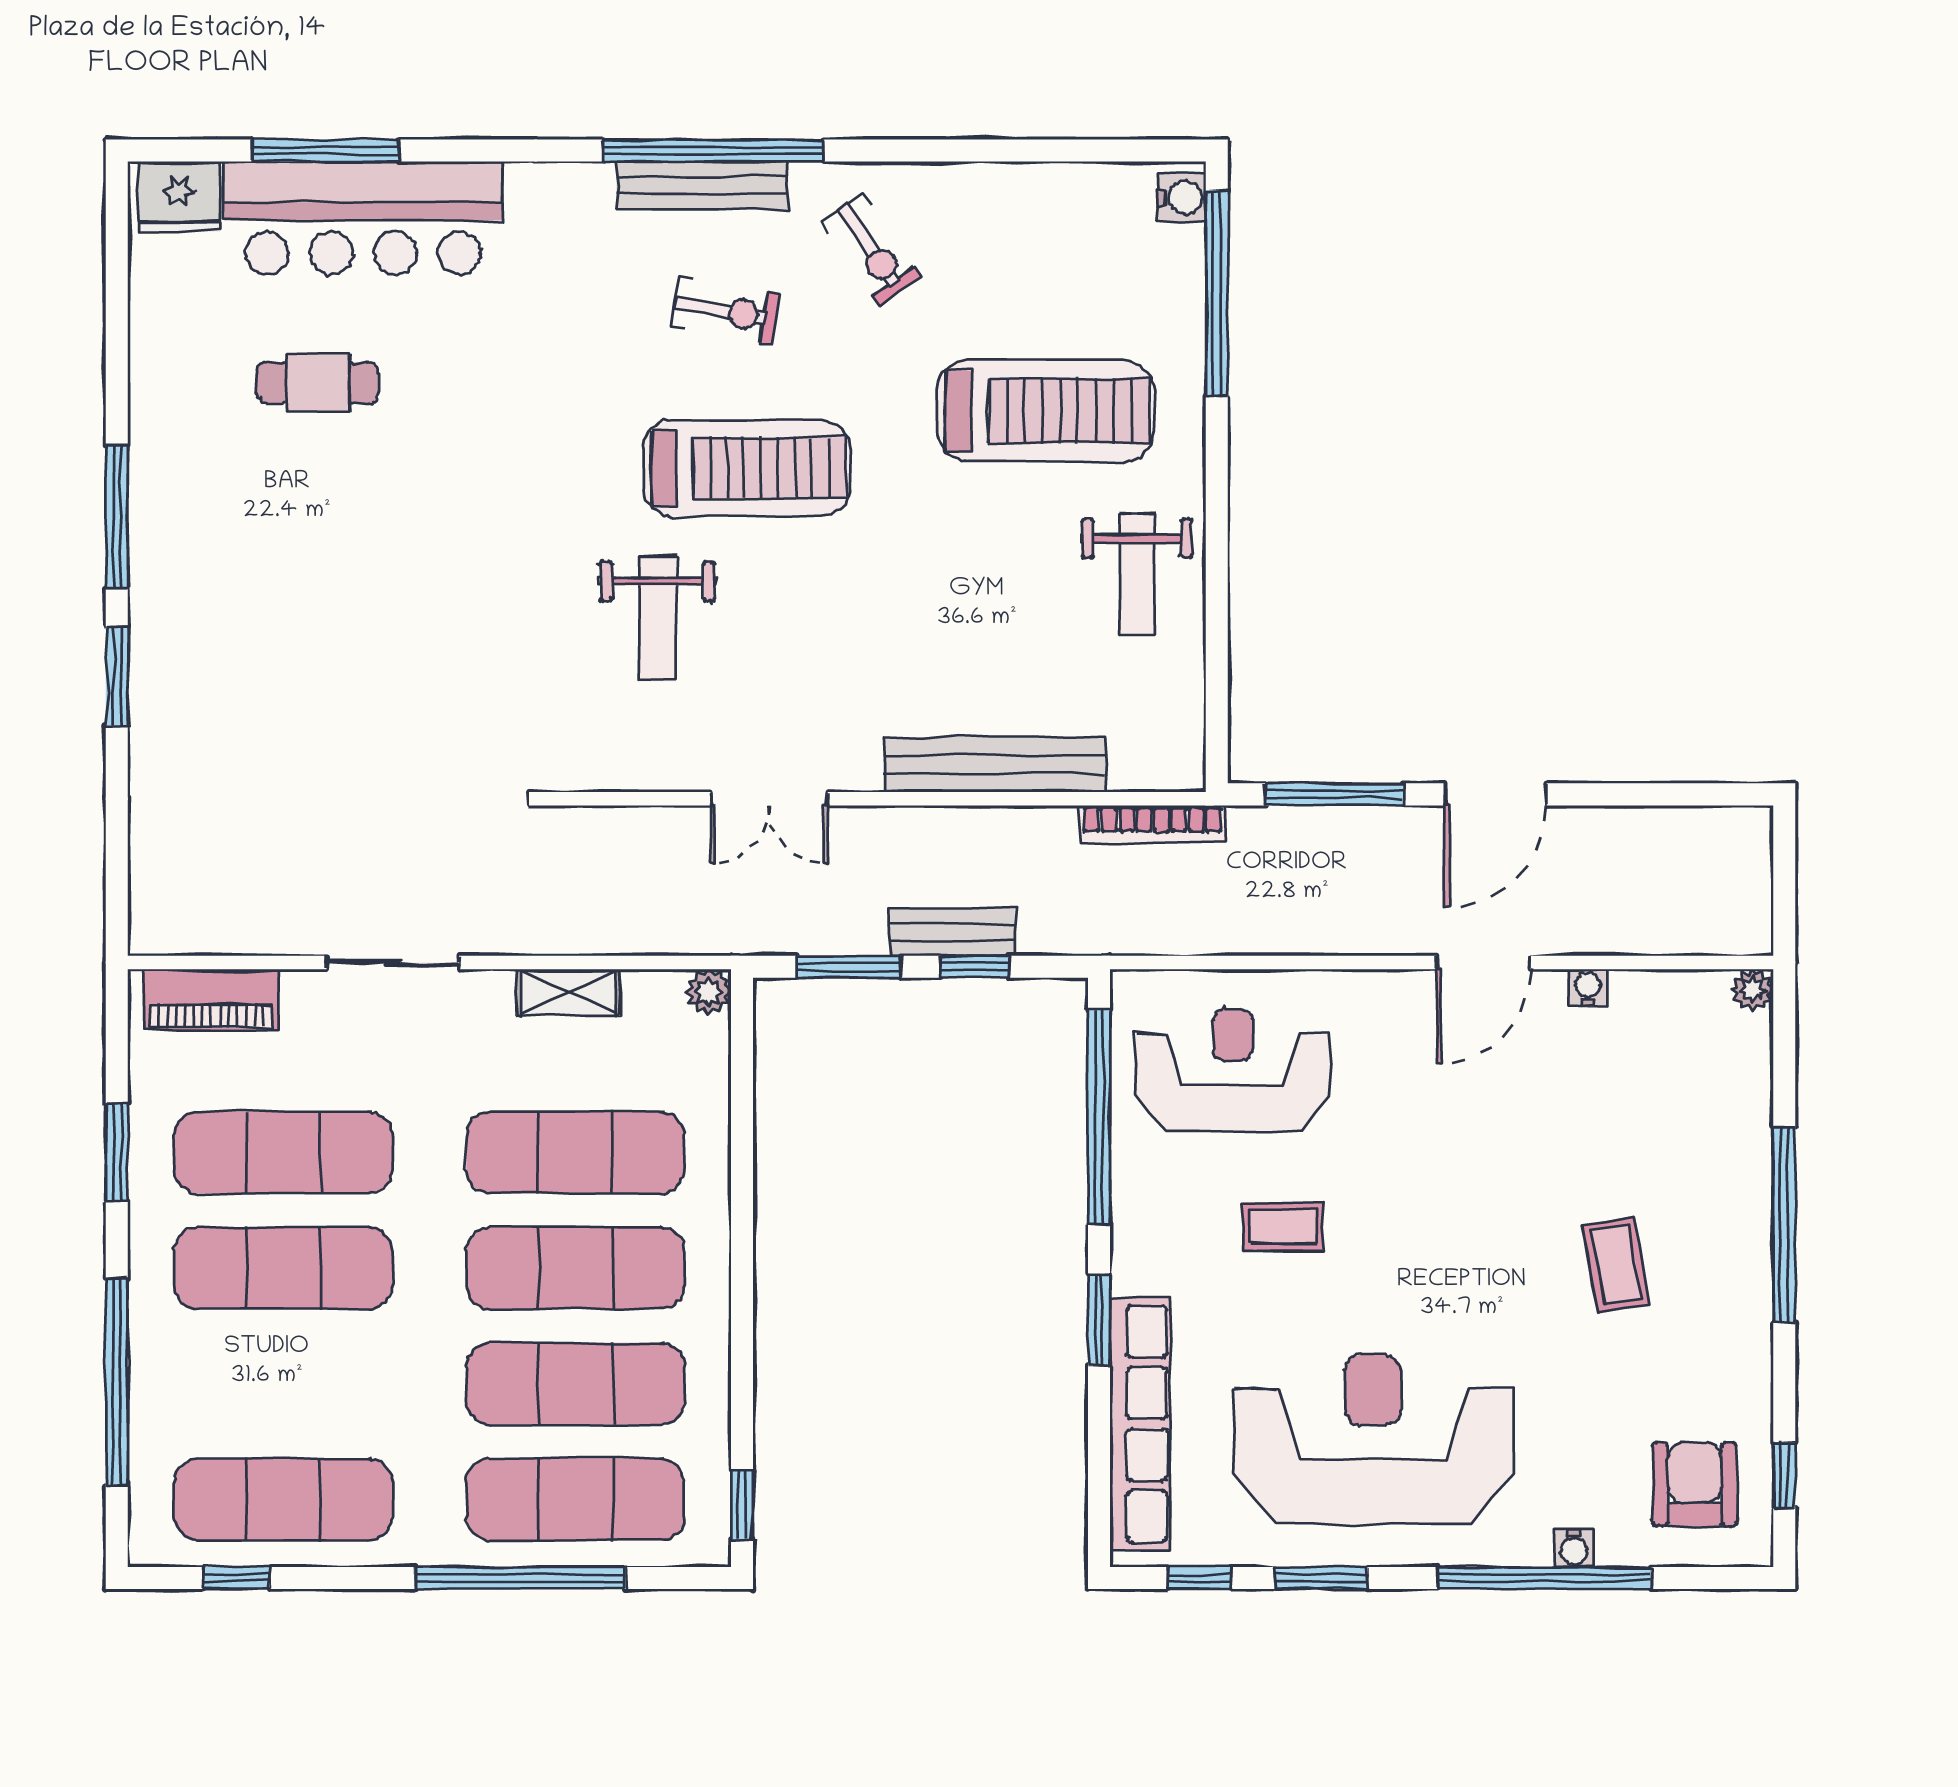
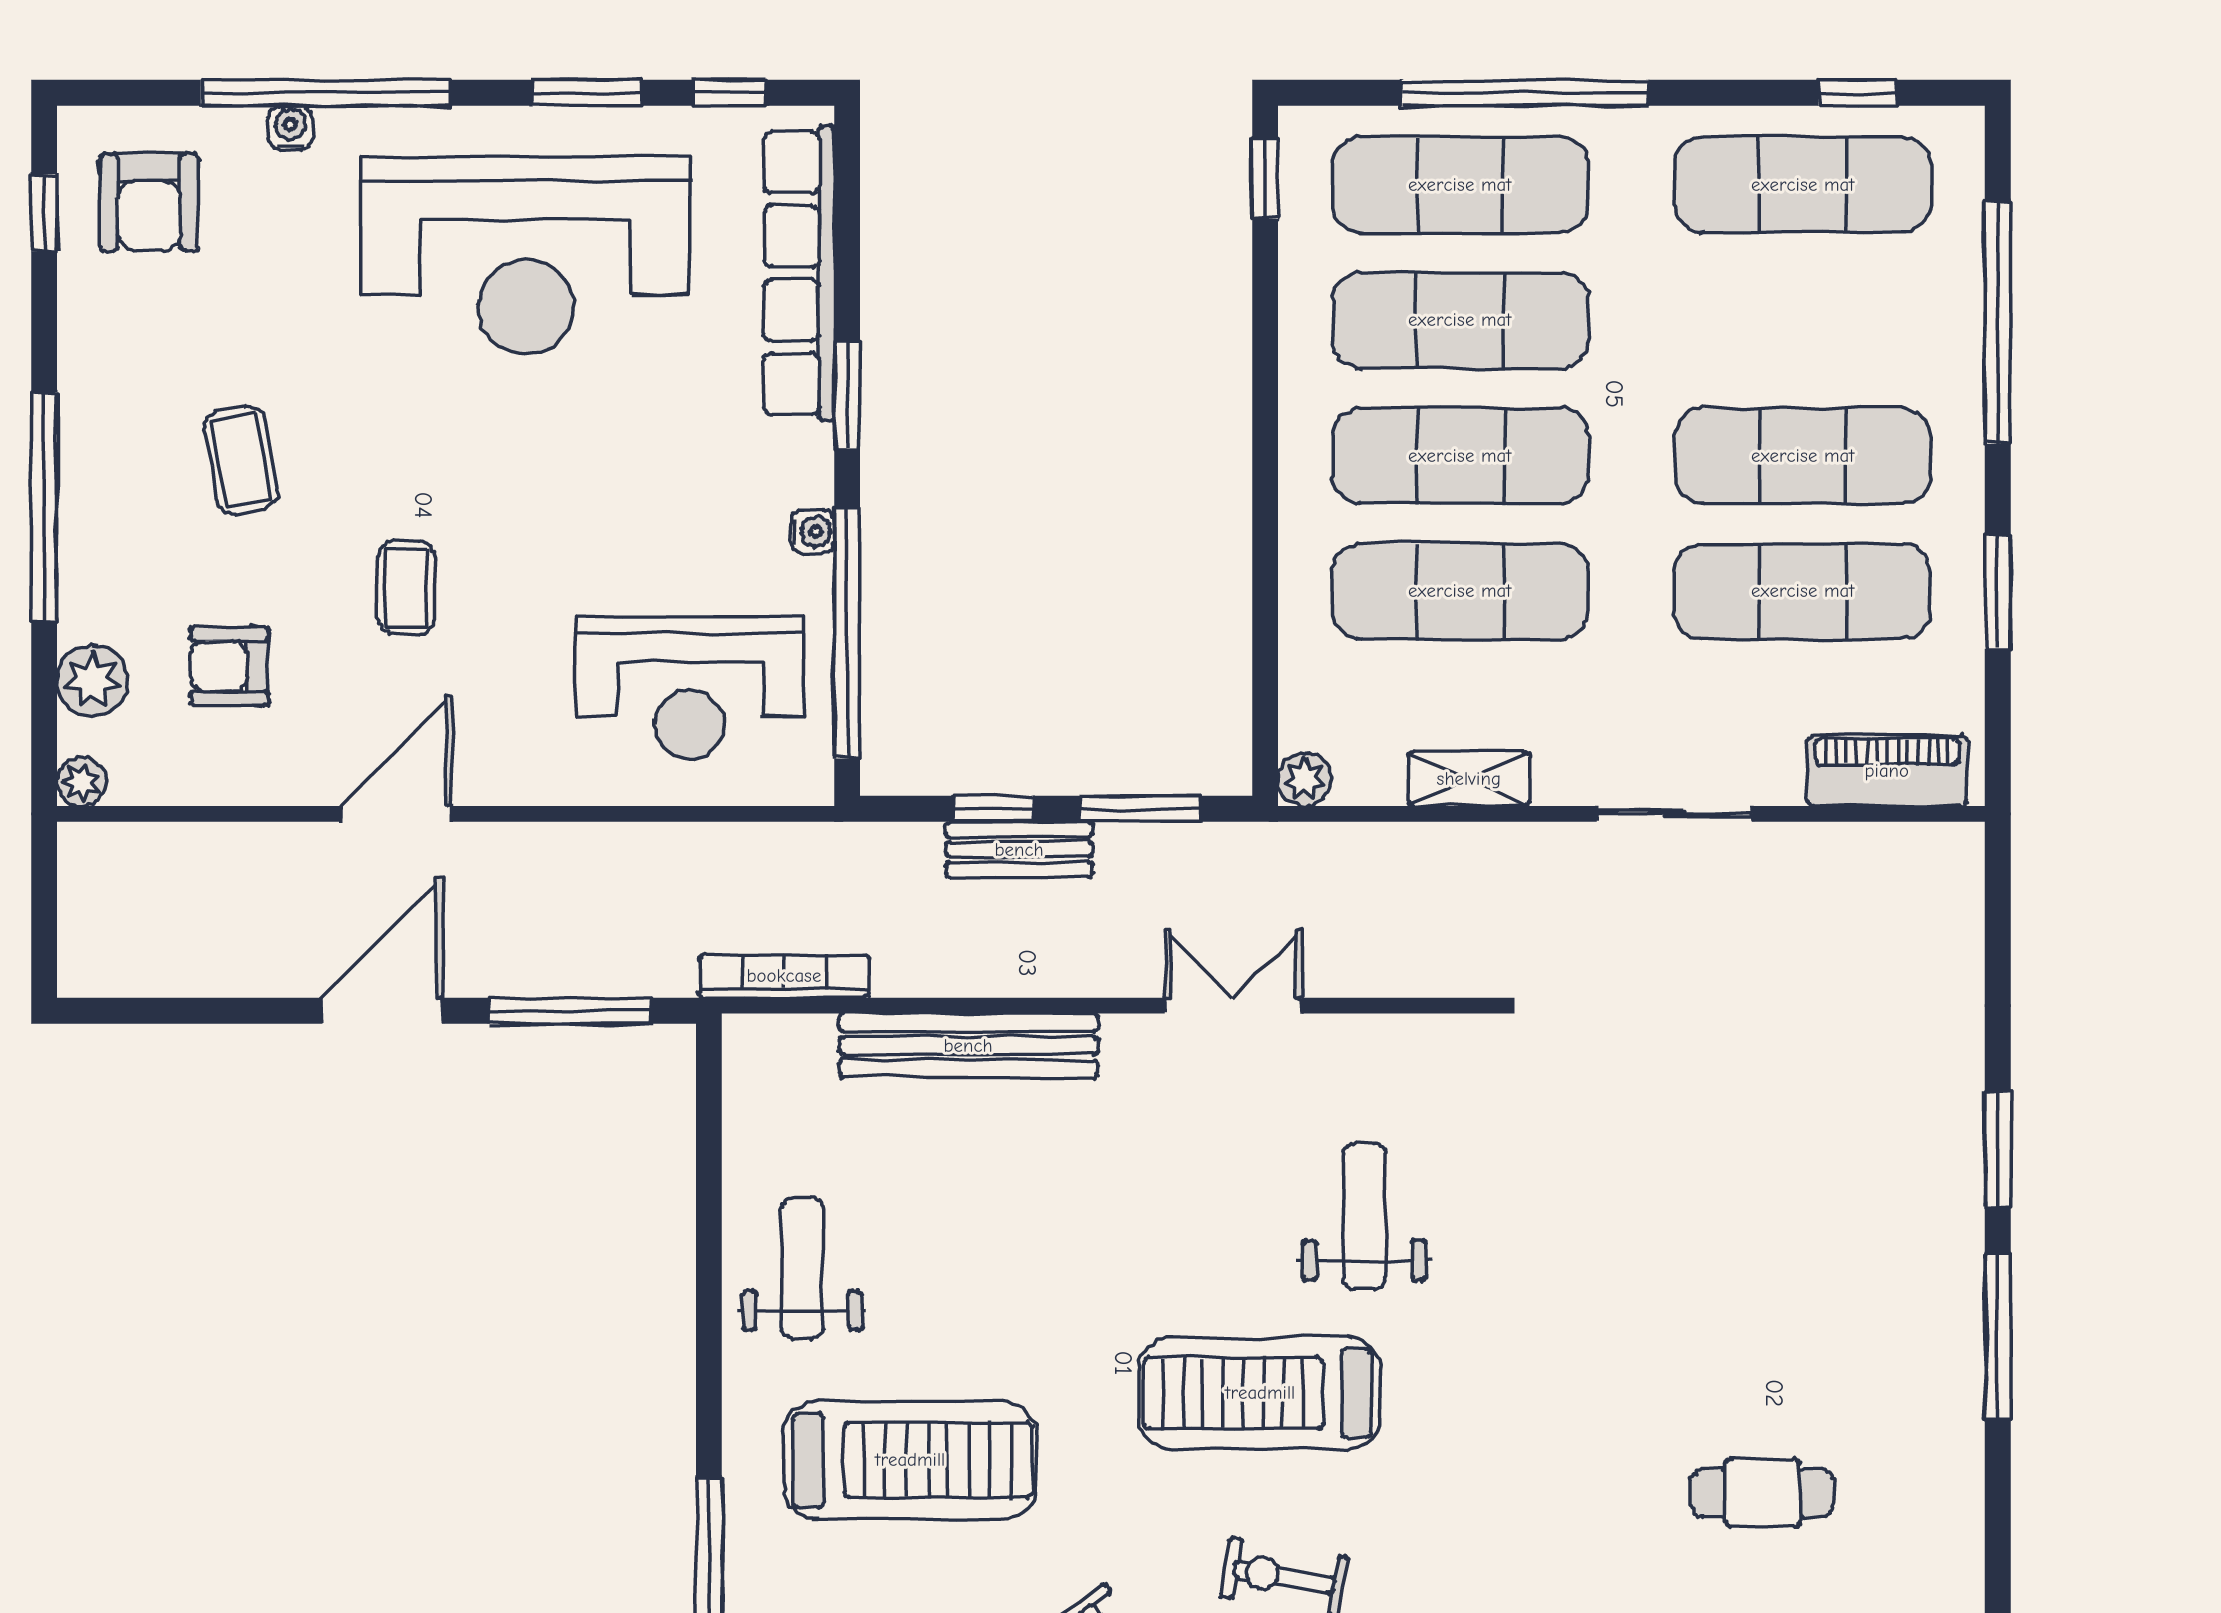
treadmill: (1045, 411) -> (910, 1460), turned 180
water cooler: (1588, 988) -> (812, 531), moved, turned -90
plant: (1743, 1076) -> (93, 681), added
armchair: (1626, 1089) -> (230, 666), added
coffee table: (1283, 1226) -> (406, 588), moved, turned 90

